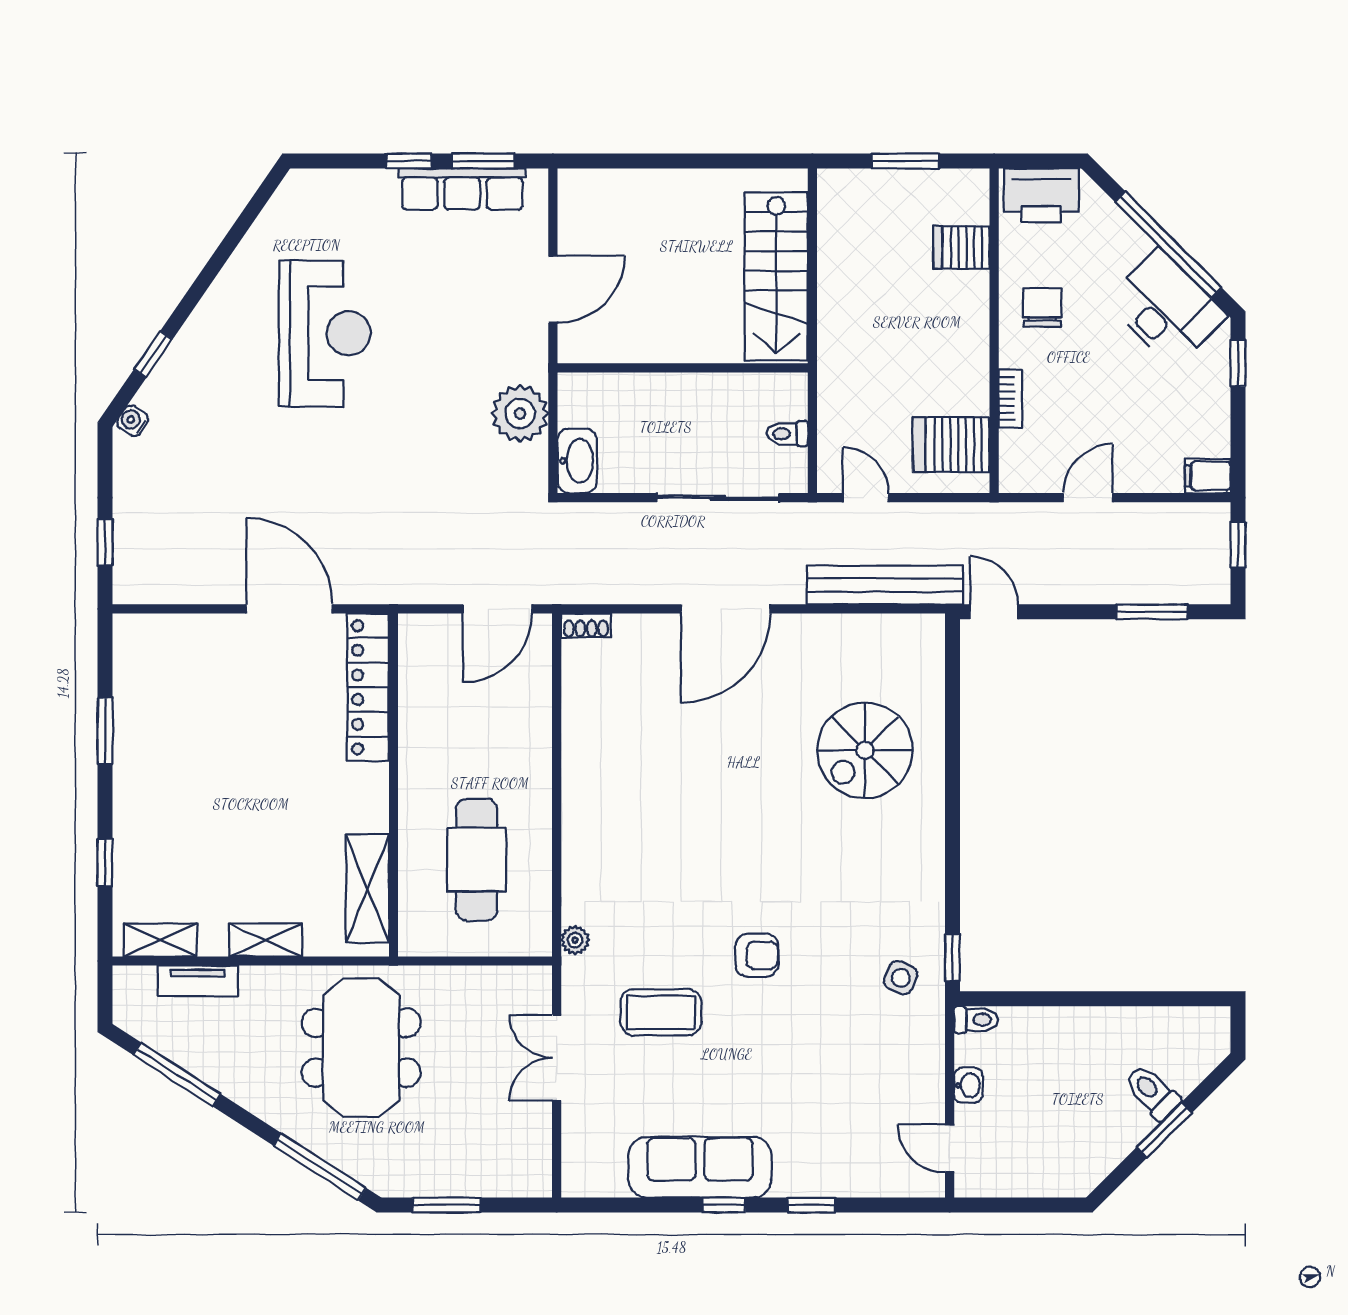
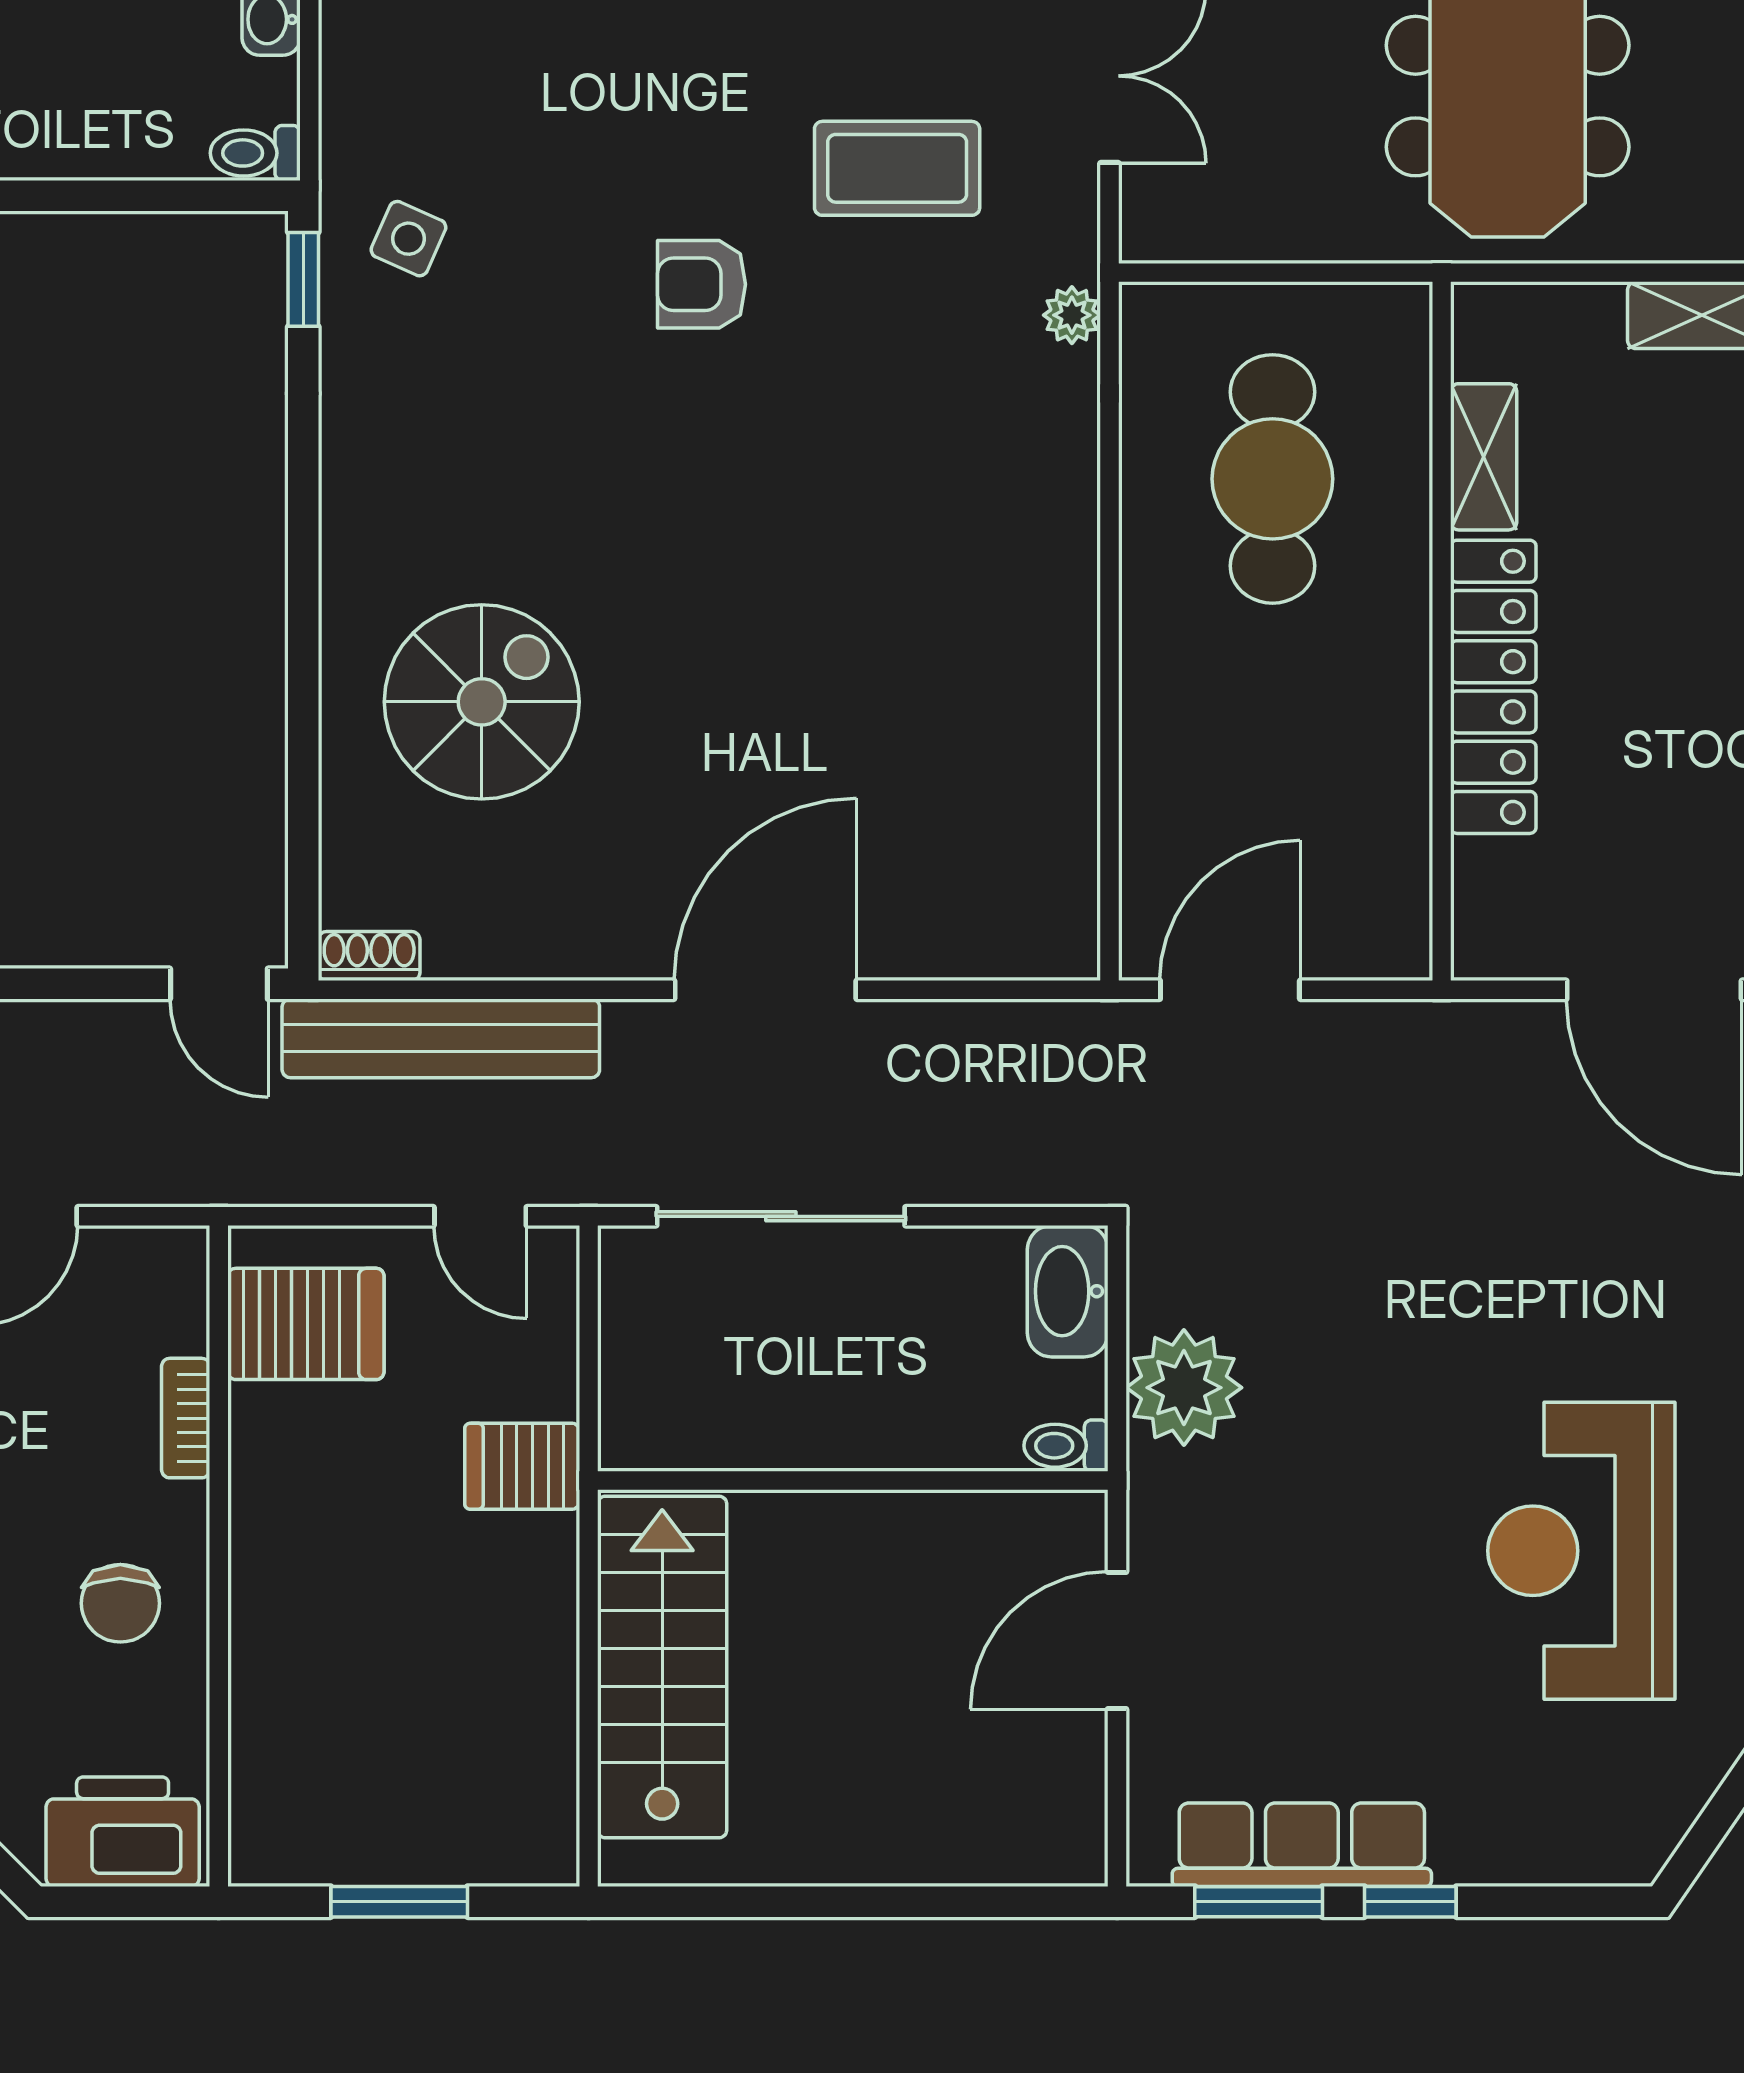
server rack: (961, 247) -> (522, 1466), moved, turned 180
toilet: (787, 434) -> (1066, 1446), moved, turned 180
shoe rack: (586, 625) -> (369, 956), moved
locker: (368, 687) -> (1493, 687), moved
shelving: (367, 889) -> (1484, 457), width x0.67, depth x0.75

